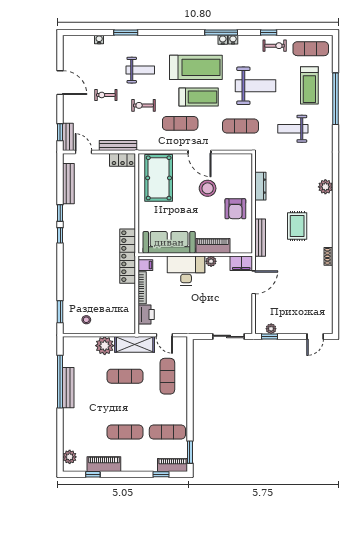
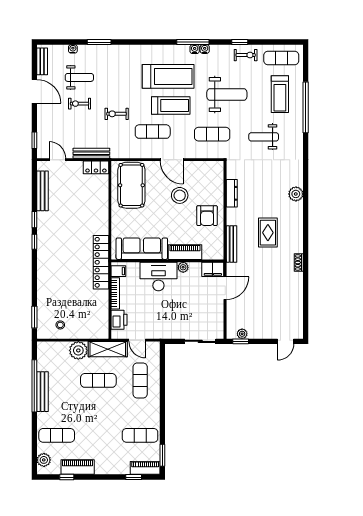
weight bench: (140, 70) -> (79, 77), moved
bench: (68, 137) -> (42, 61), moved
exercise mat: (125, 432) -> (57, 435), moved

